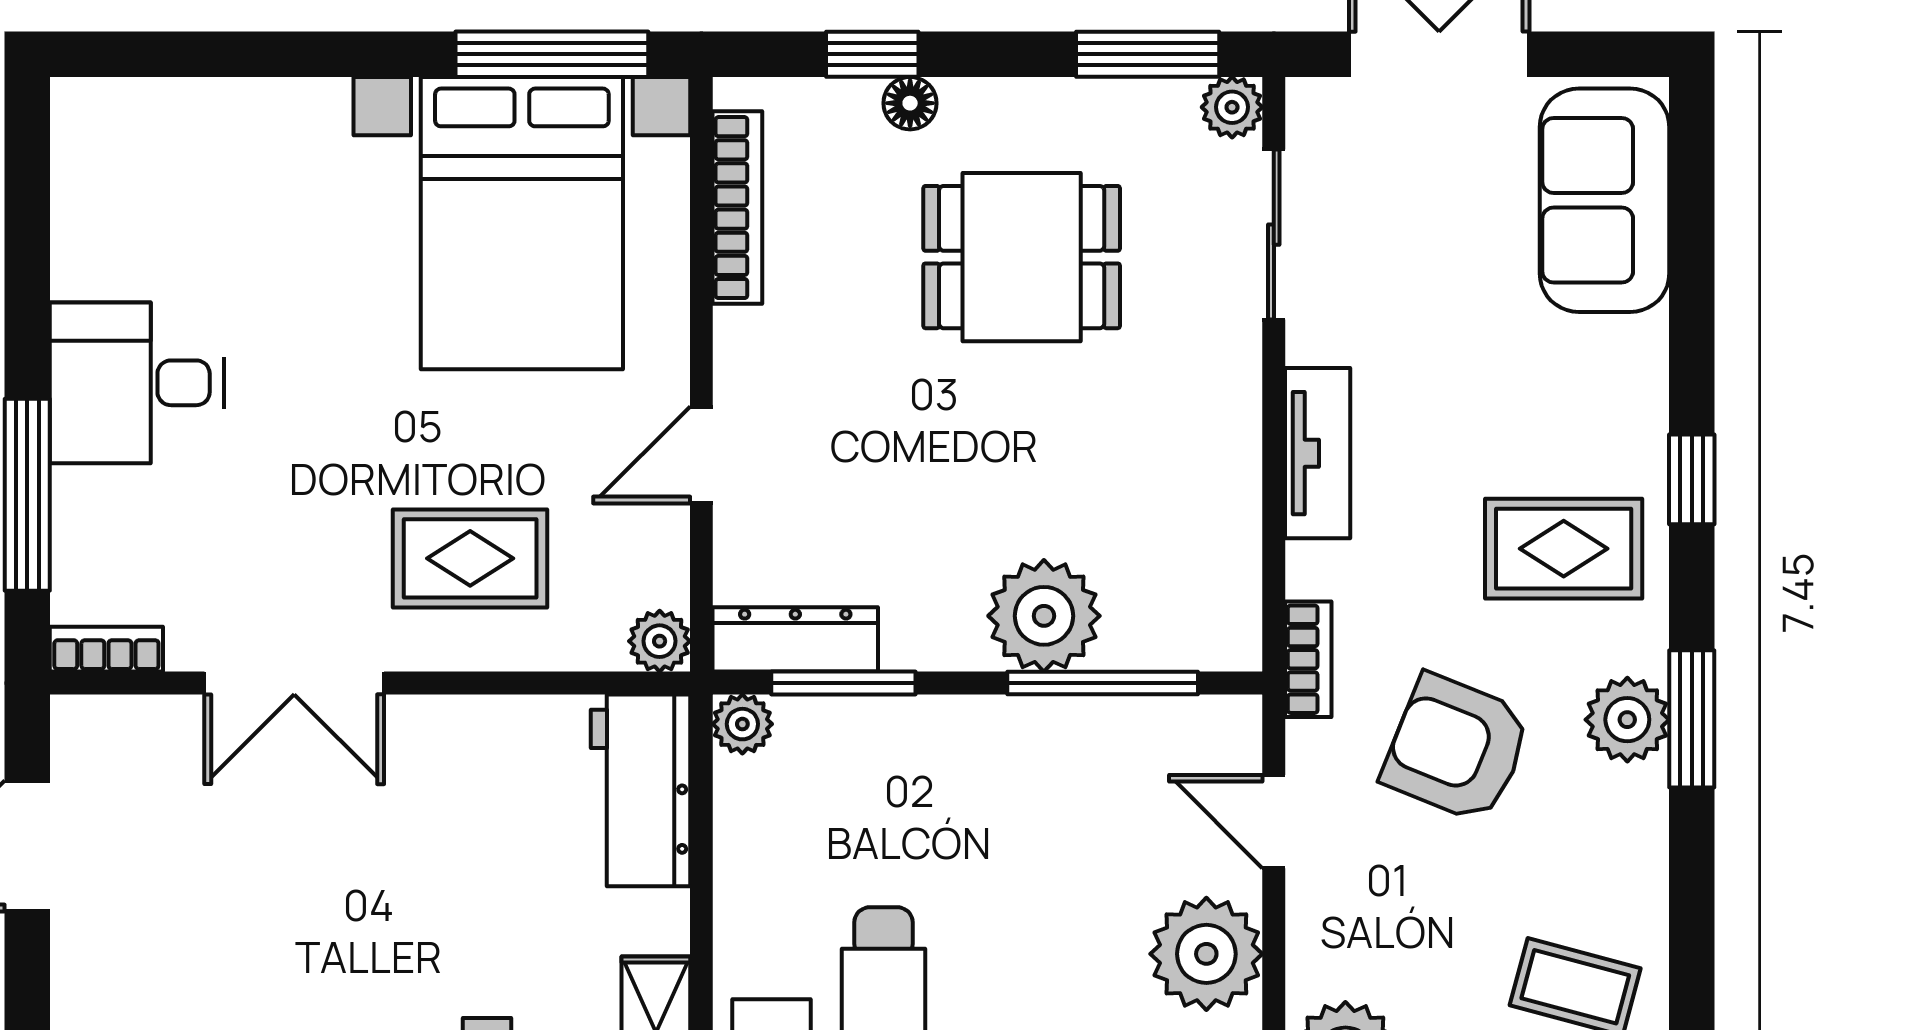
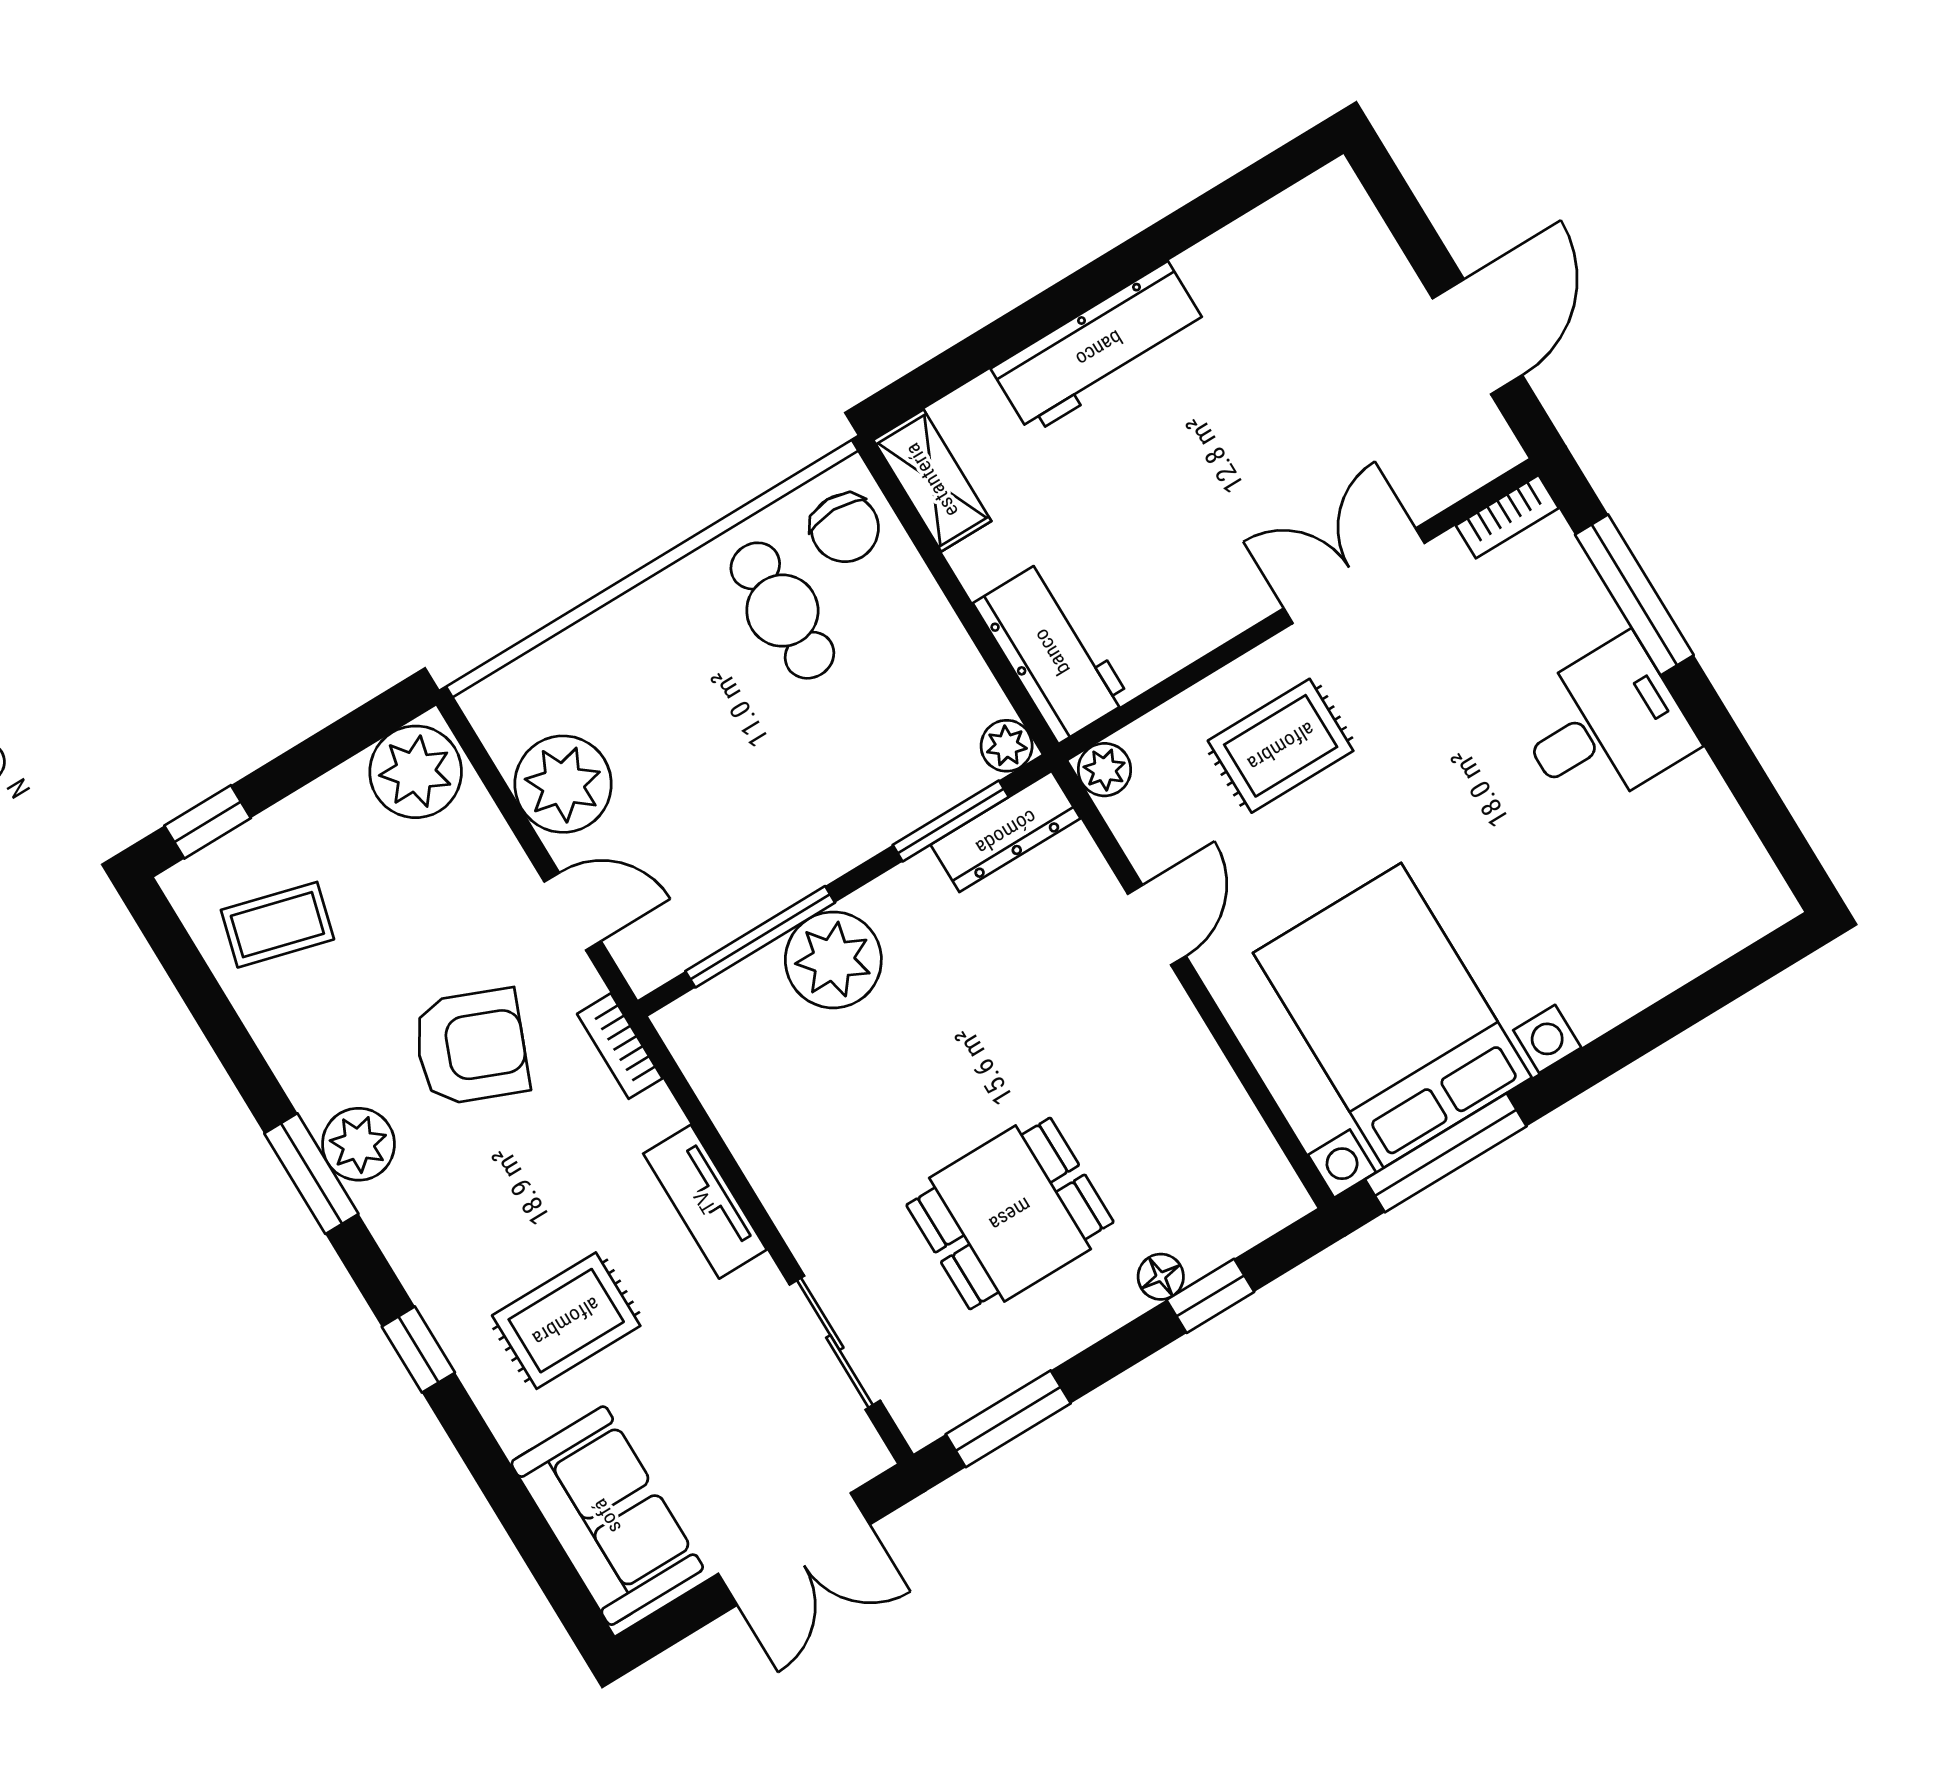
plant: (1232, 107) -> (922, 1418), removed
bookcase: (737, 208) -> (1241, 1123), removed
rug: (1564, 549) -> (566, 1321), moved

